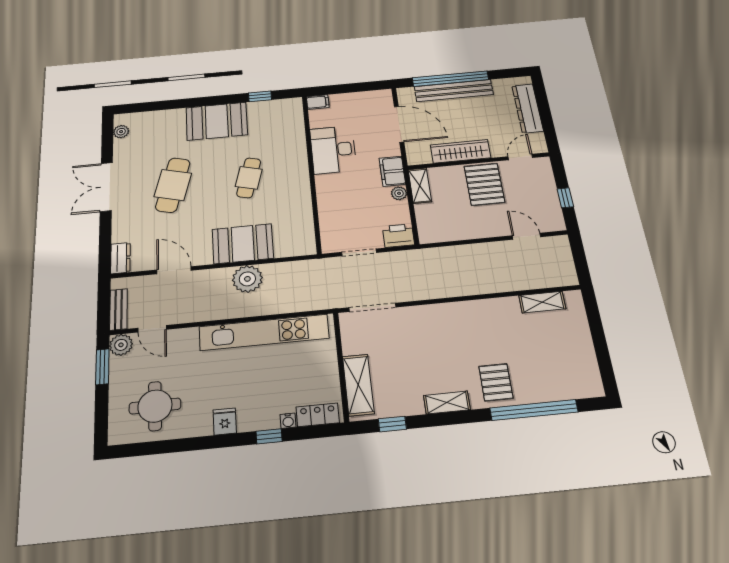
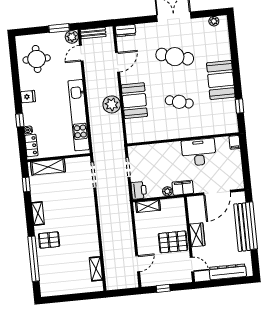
wardrobe: (461, 151) -> (197, 235), width x0.67
shelving: (420, 186) -> (148, 206), moved

